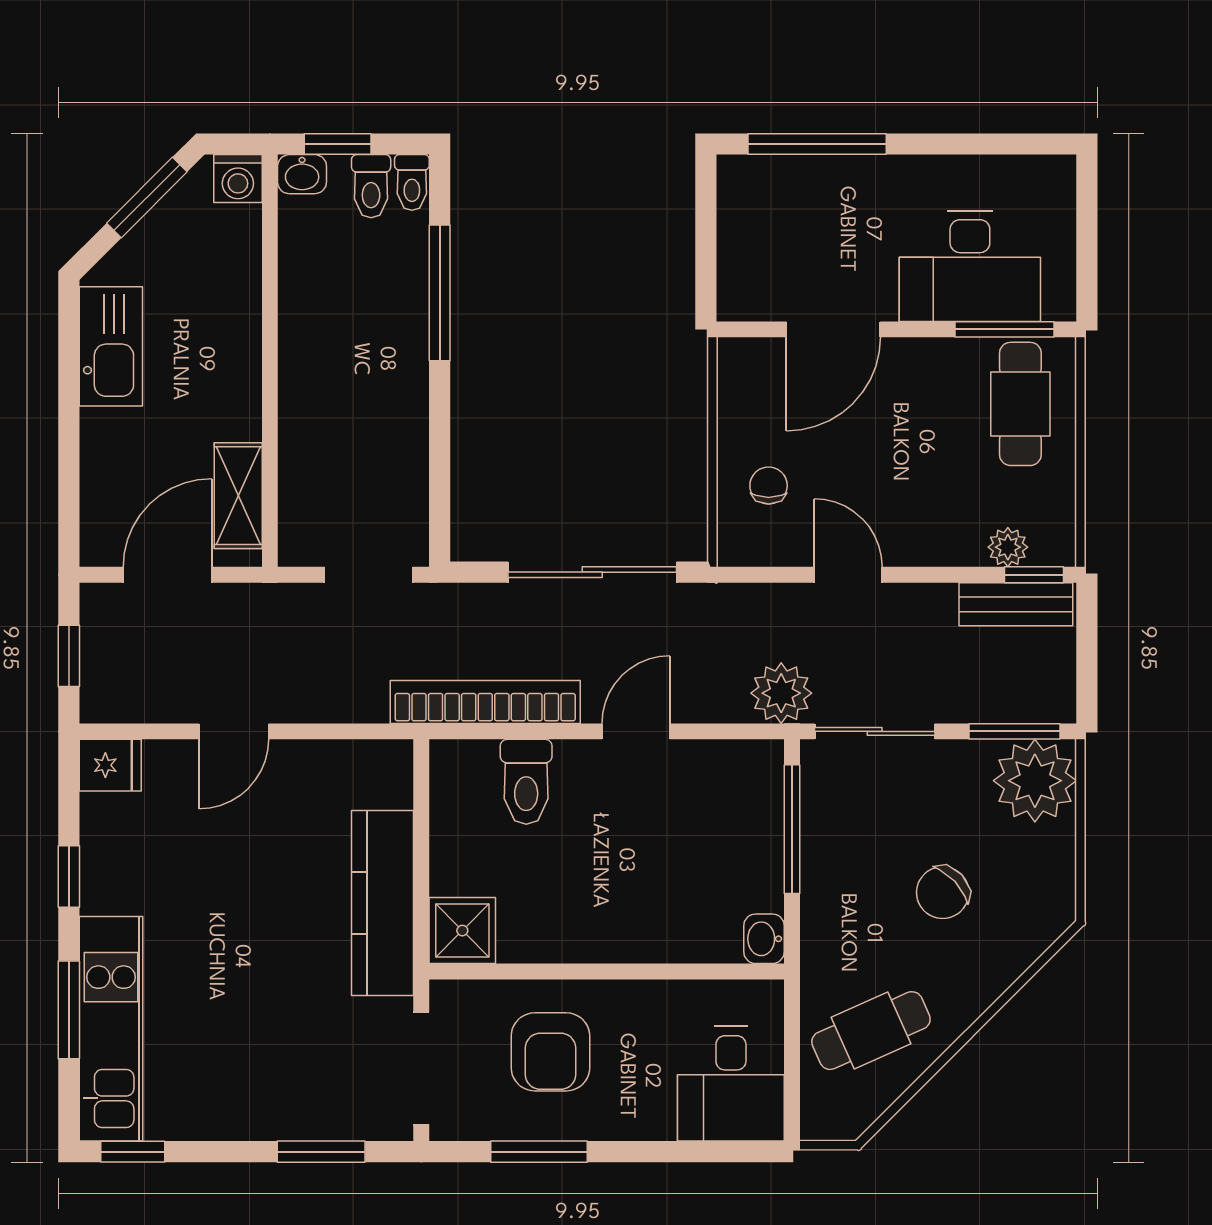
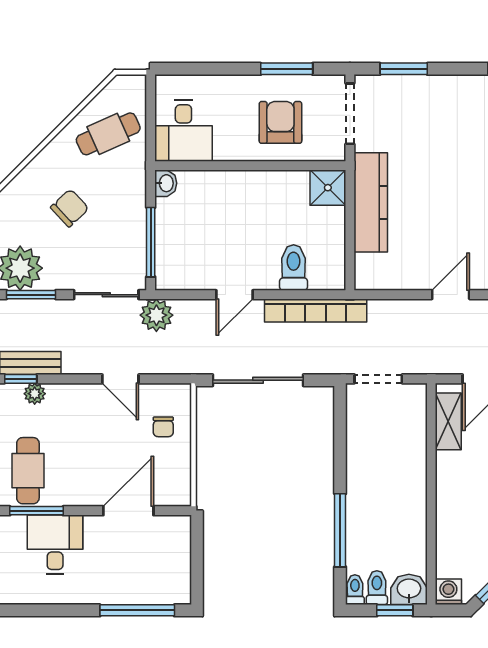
washbasin: (302, 174) -> (409, 589), width x1.38, depth x1.45
desk: (970, 266) -> (55, 545), width x0.73
desk: (731, 1084) -> (183, 131), moved, turned 180

